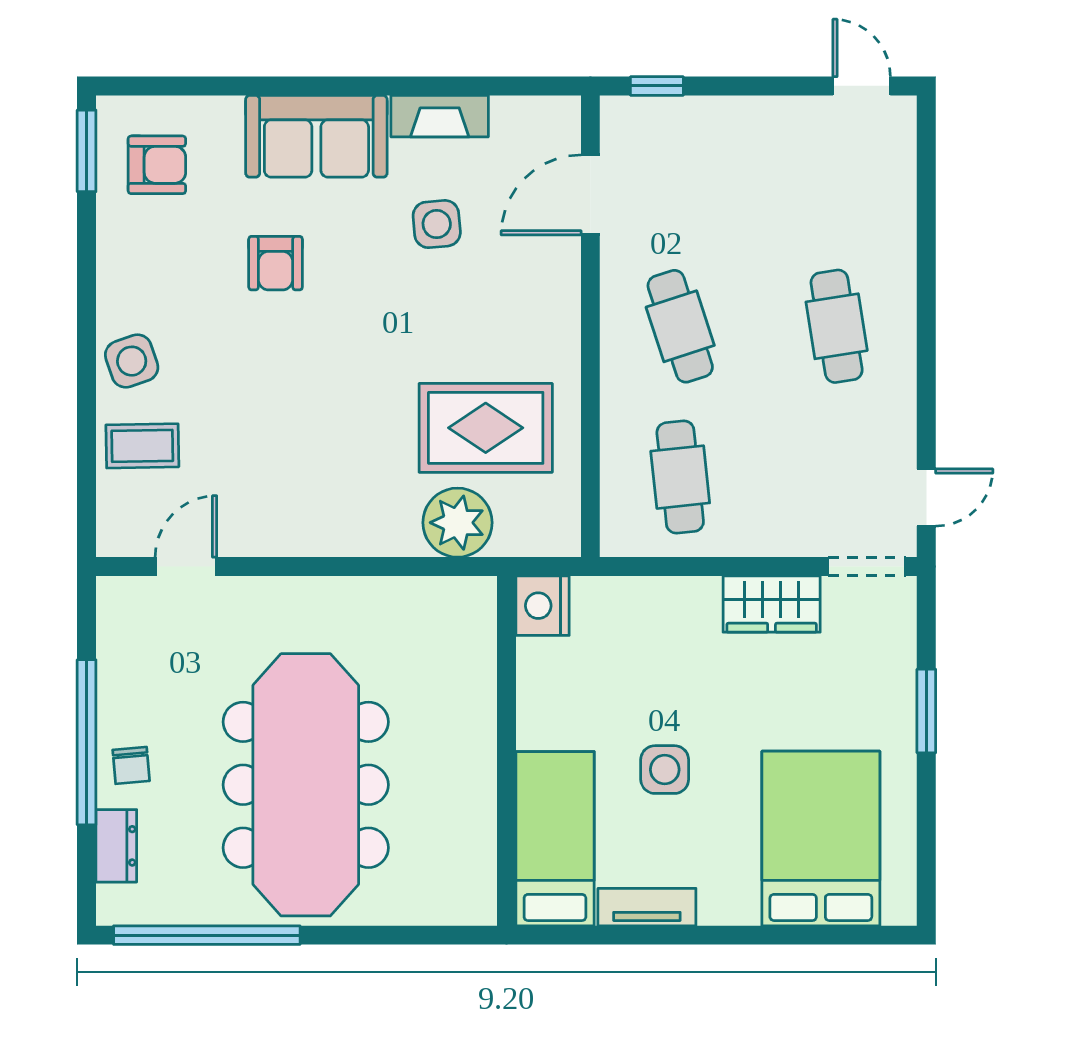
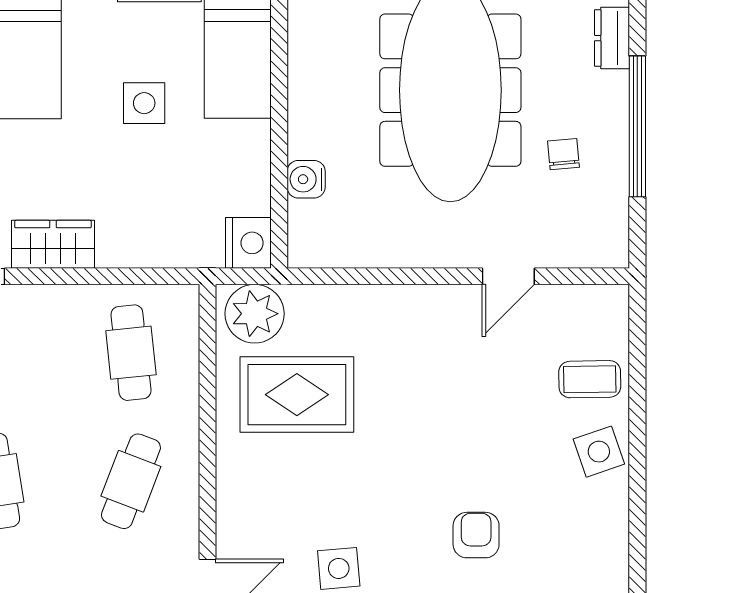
cafe table: (680, 326) -> (131, 481), turned 39
plant: (458, 523) -> (255, 314), moved
door: (186, 567) -> (508, 276), moved
water cooler: (475, 680) -> (306, 179), added
chair: (131, 765) -> (563, 154), moved

